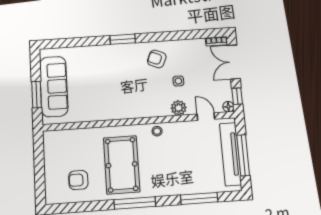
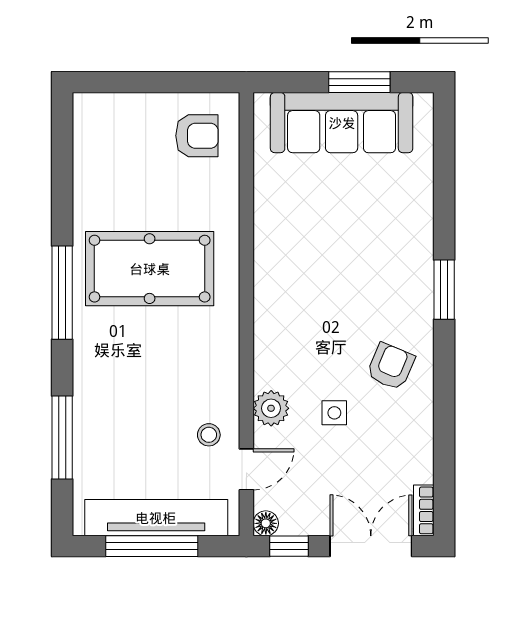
window: (37, 95) -> (359, 82), moved
stool: (157, 131) -> (209, 435), moved
armchair: (78, 180) -> (197, 136), moved, turned 90

